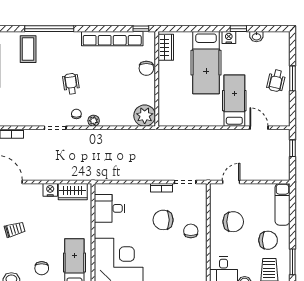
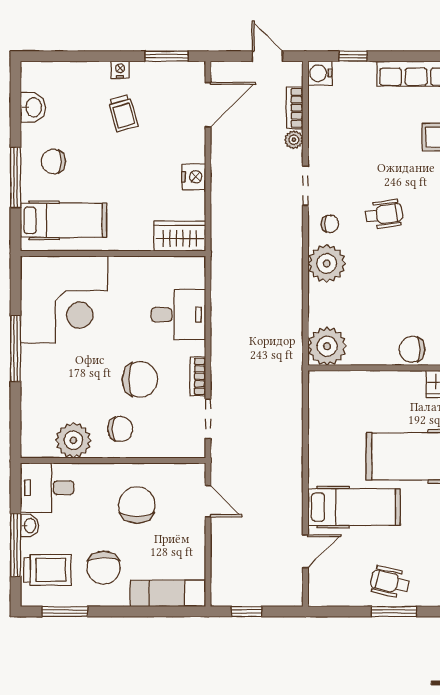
plant: (94, 121) -> (327, 263), width x1.88, depth x1.88
plant: (29, 134) -> (294, 140), added
window: (293, 148) -> (247, 611), moved
wardrobe: (73, 192) -> (180, 236), moved, turned 90
desk: (109, 208) -> (178, 315), moved, turned 90
chair: (163, 220) -> (140, 379), turned 90
chair: (233, 222) -> (137, 505), turned 180
plant: (197, 257) -> (73, 440), added

